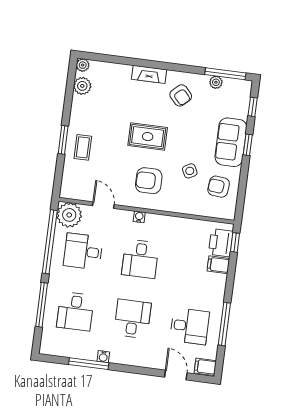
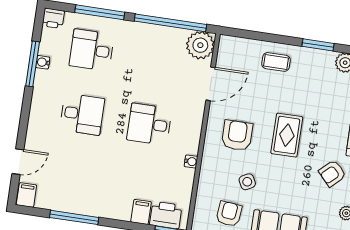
window: (63, 140) -> (318, 45), moved
door: (103, 205) -> (211, 84), width x1.38
water cooler: (139, 217) -> (191, 161), moved
desk: (83, 251) -> (159, 60), removed
desk: (190, 326) -> (73, 178), removed
printer: (48, 346) -> (53, 18), added
water cooler: (103, 357) -> (43, 62), moved

